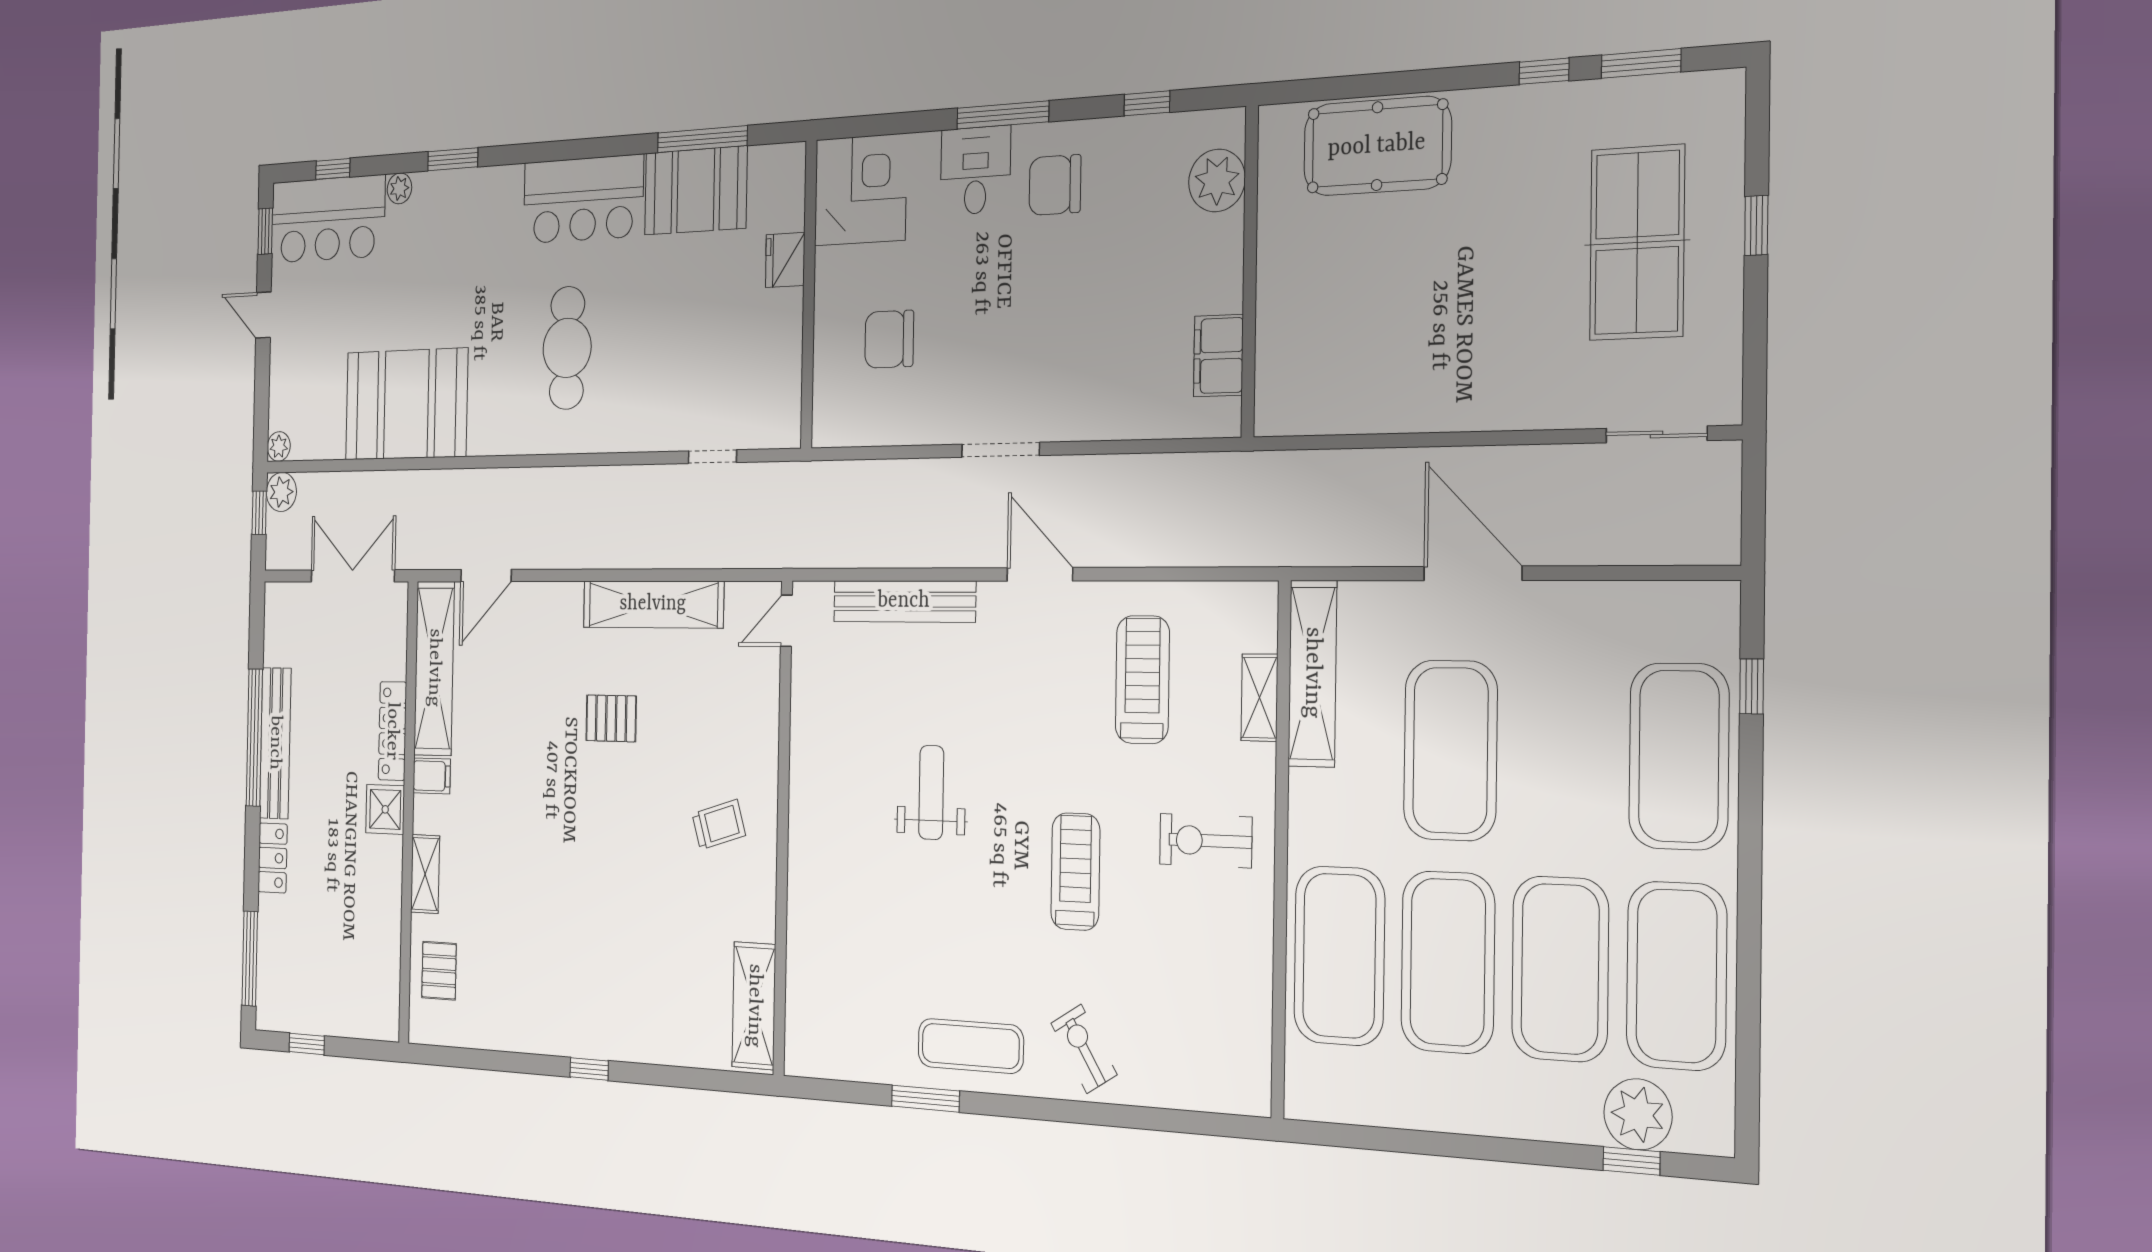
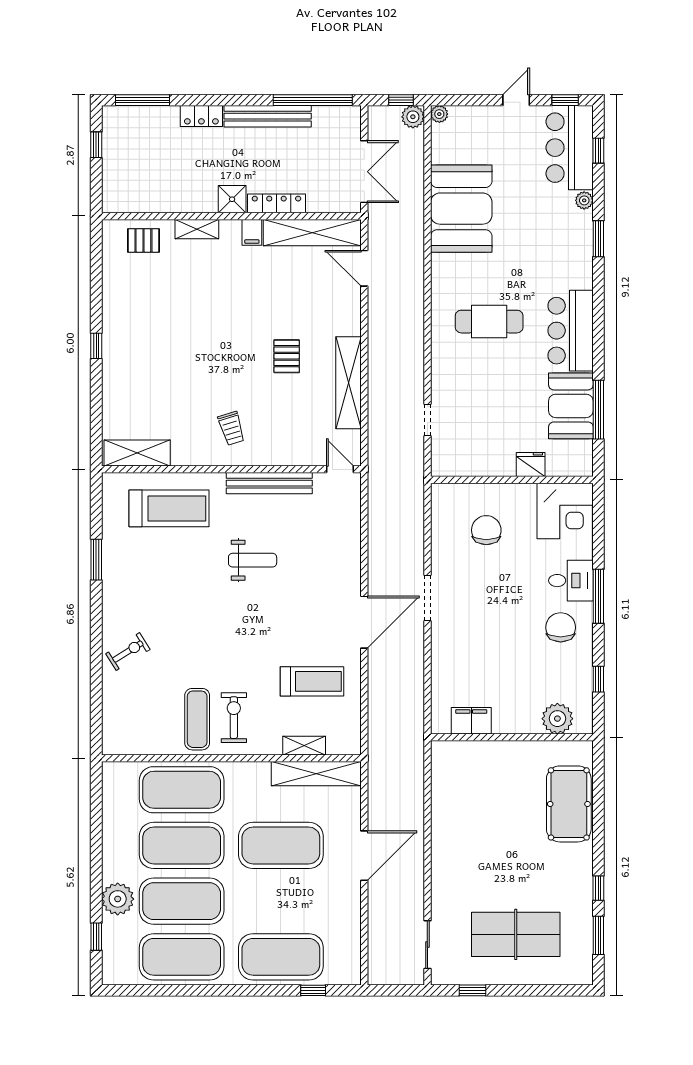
window: (1756, 225) -> (472, 990), moved
door: (1040, 574) -> (364, 622), width x1.36
bench: (904, 601) -> (269, 483), moved, turned 90
window: (254, 738) -> (313, 100), moved
treadmill: (1075, 872) -> (169, 508), moved, width x1.37, depth x1.38
exercise mat: (971, 1046) -> (197, 719), moved
plant: (1638, 1114) -> (118, 899), moved

